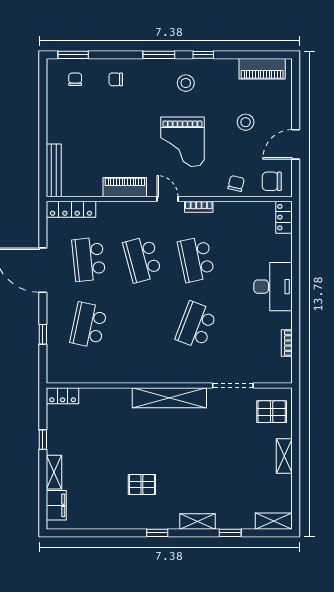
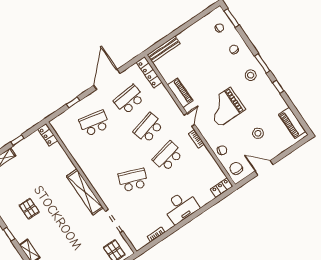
stool: (186, 83) -> (251, 75), moved

